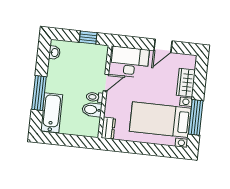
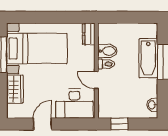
door: (106, 83) -> (96, 80), hinge flipped
bathtub: (52, 113) -> (148, 58), moved

